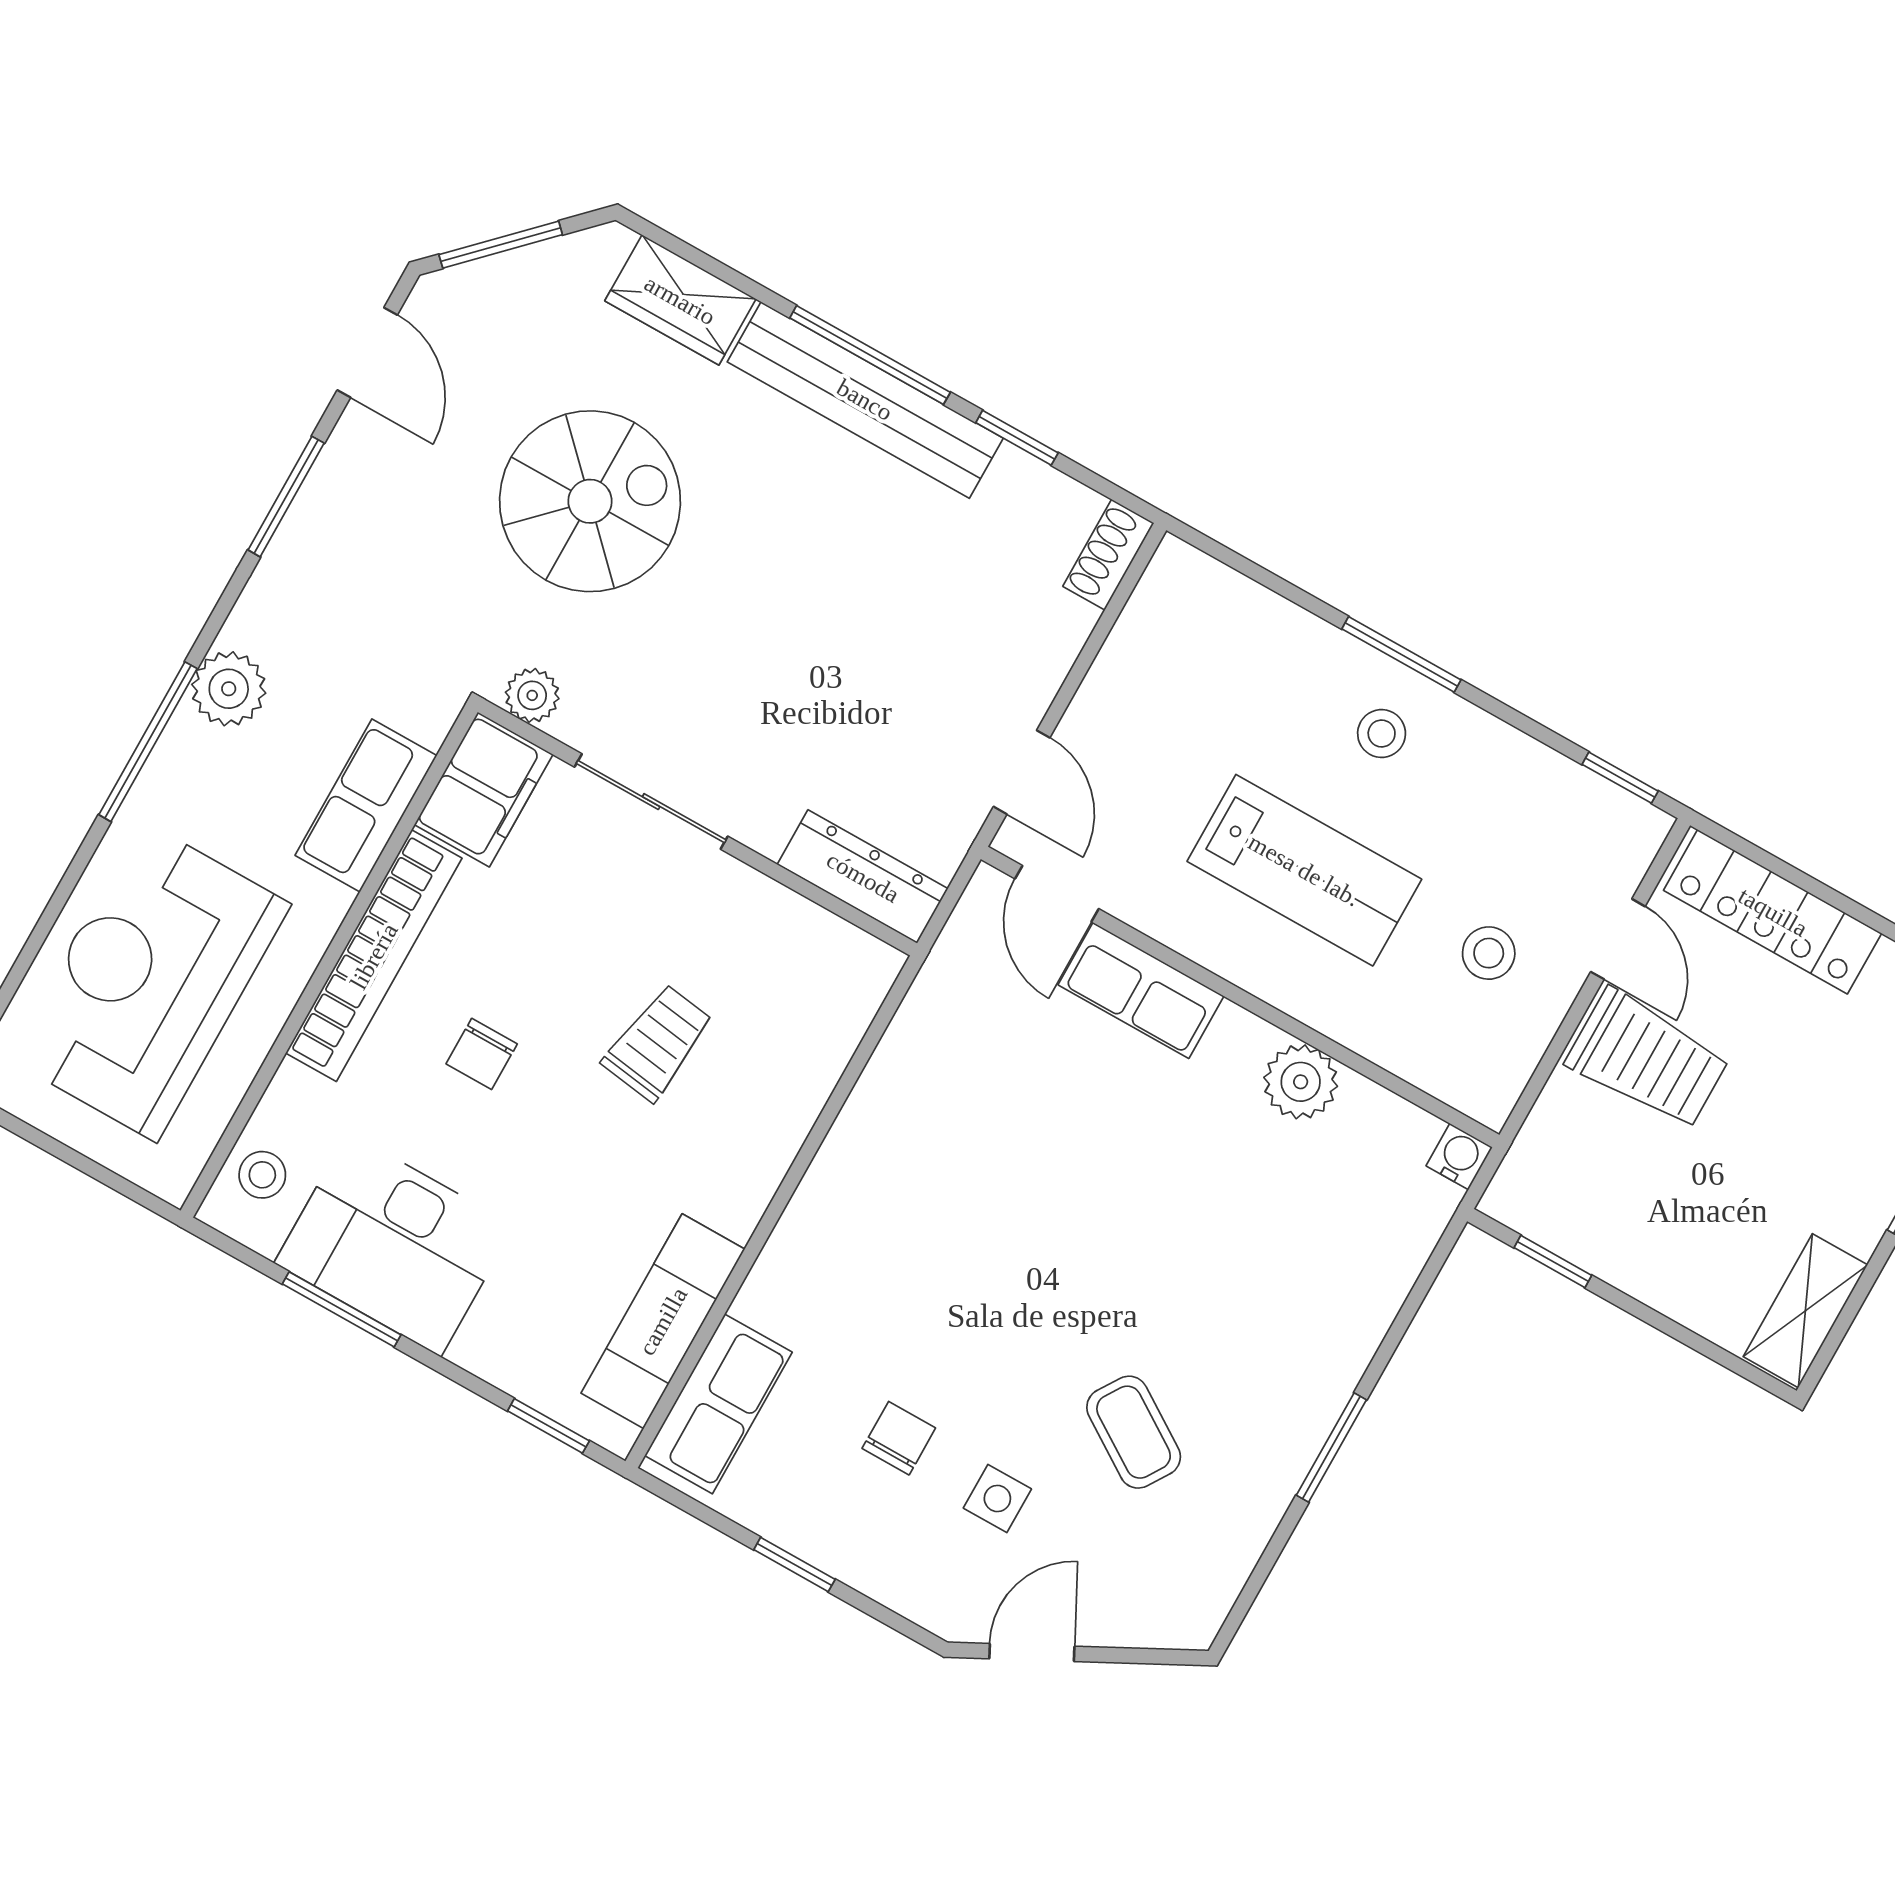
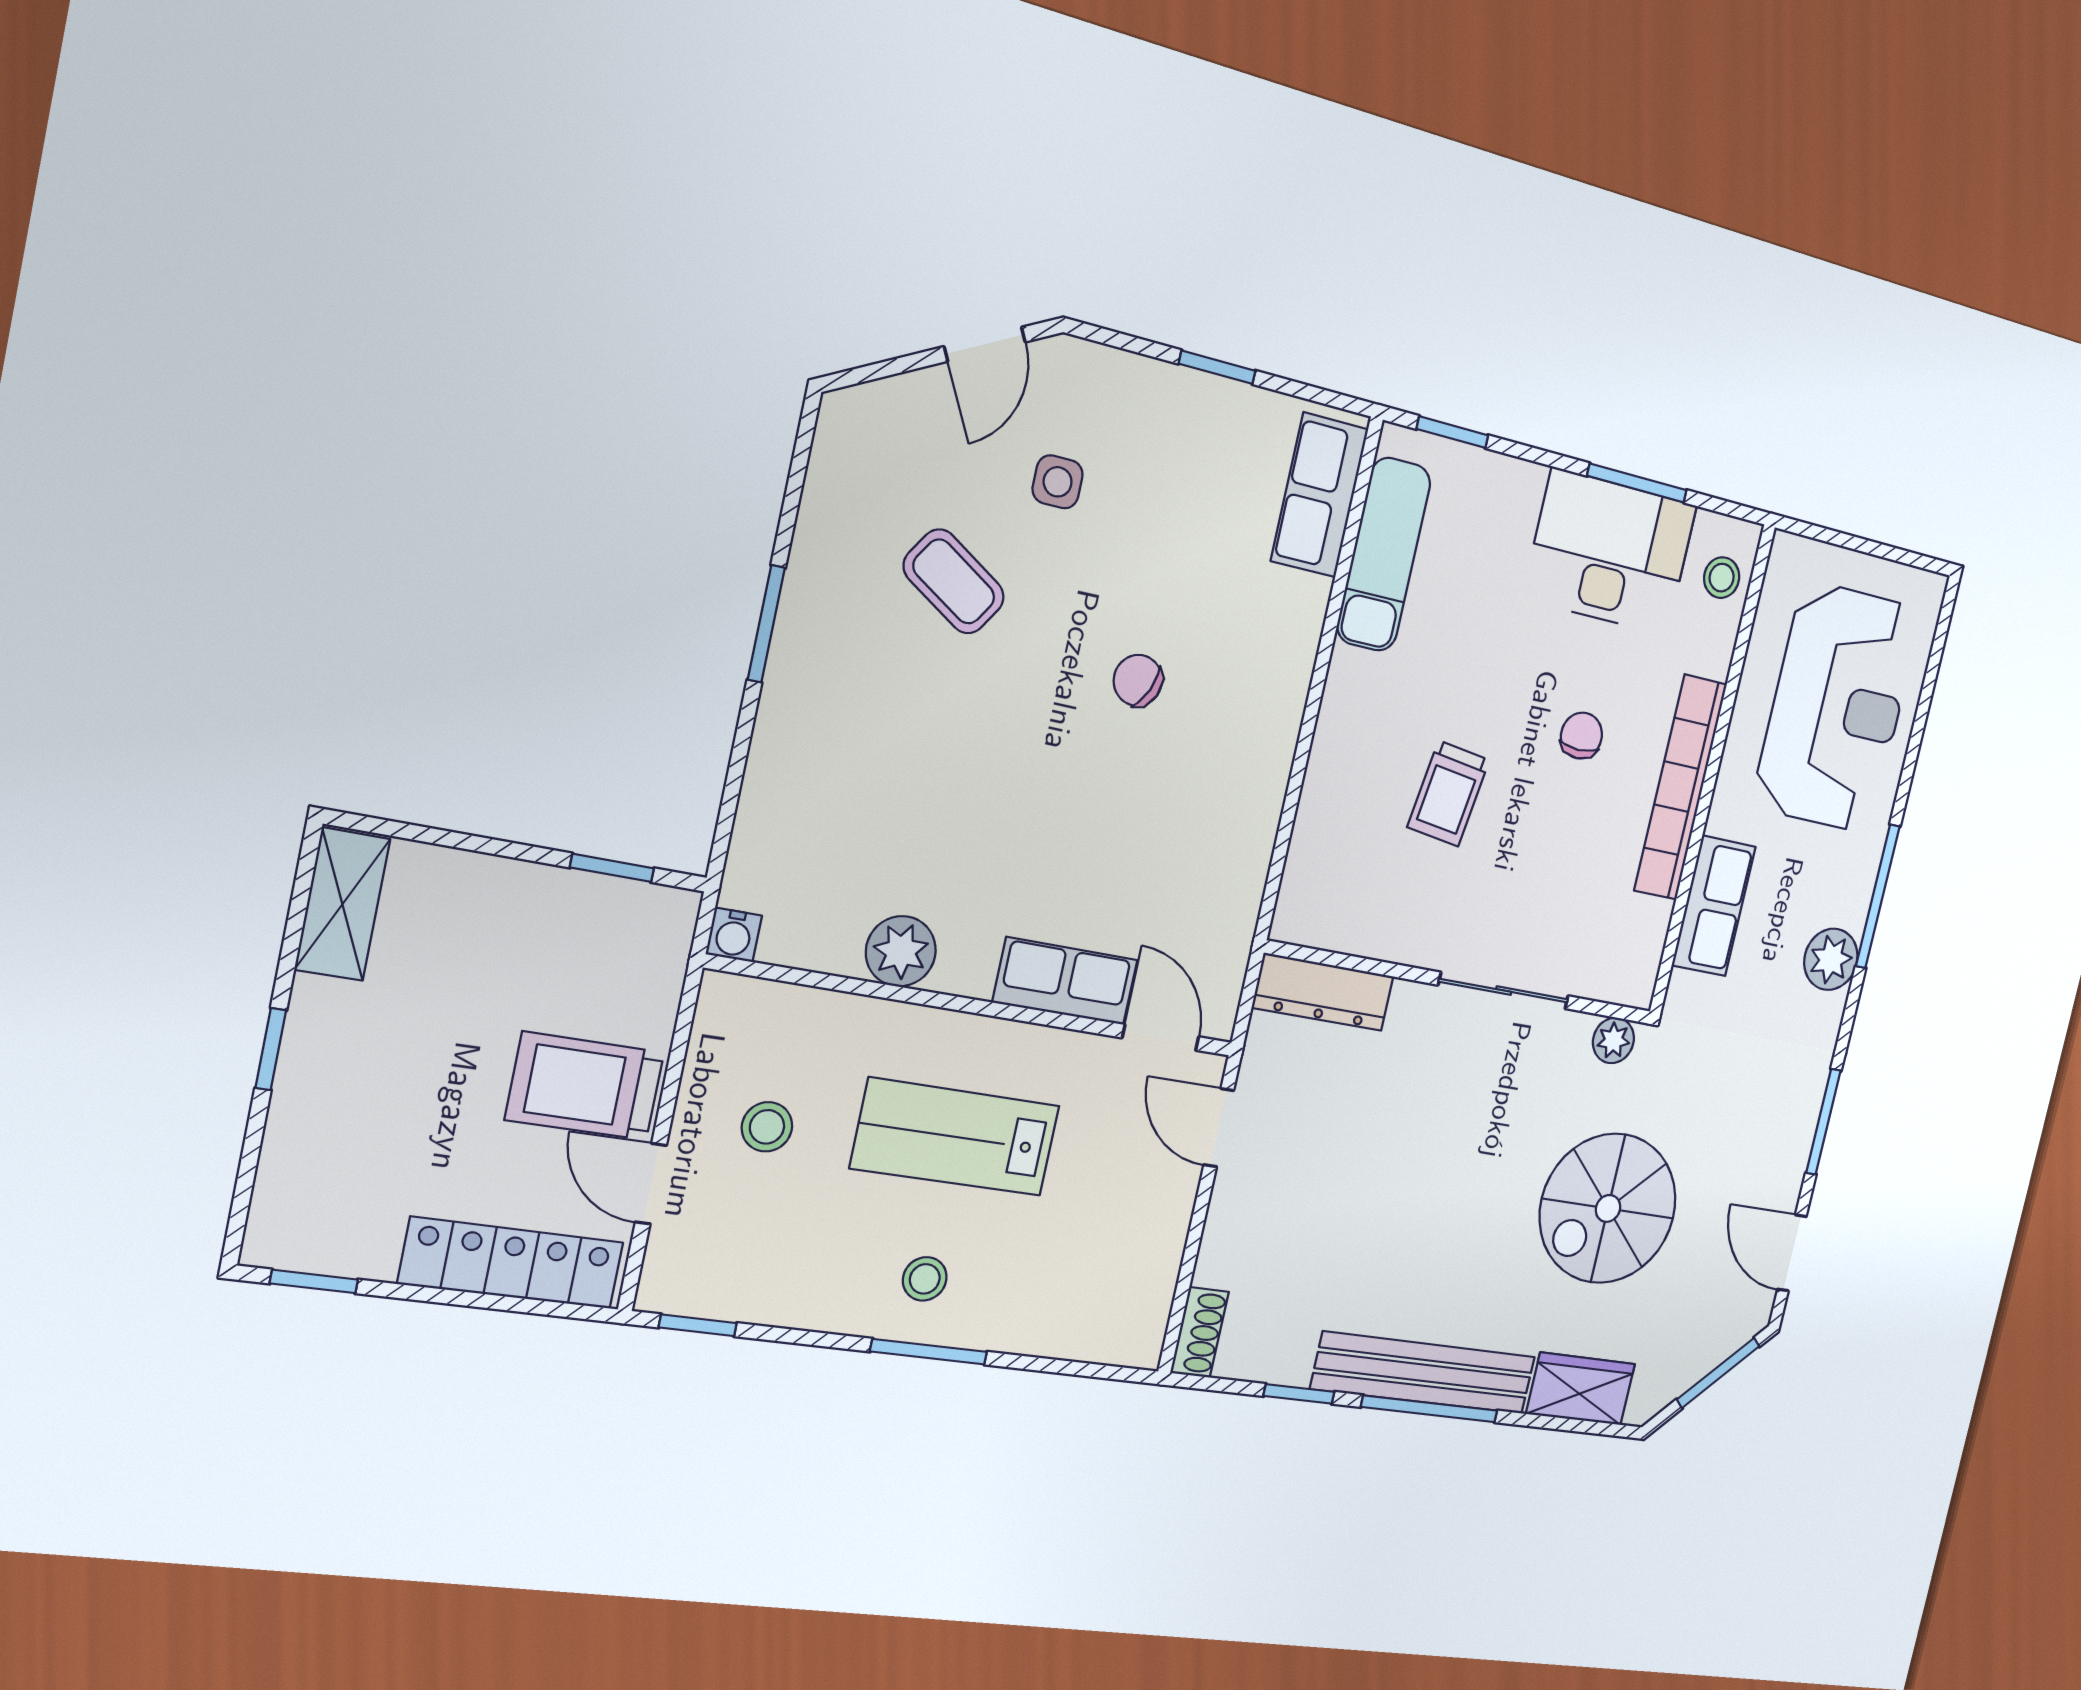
filing cabinet: (484, 790) -> (1631, 952), removed
chair: (899, 1438) -> (1138, 680), moved, turned 114

